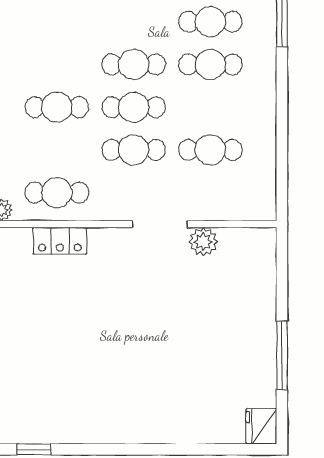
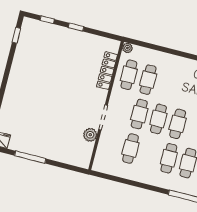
cafe table: (57, 107) -> (148, 80), moved
locker: (60, 241) -> (107, 71), width x1.53

